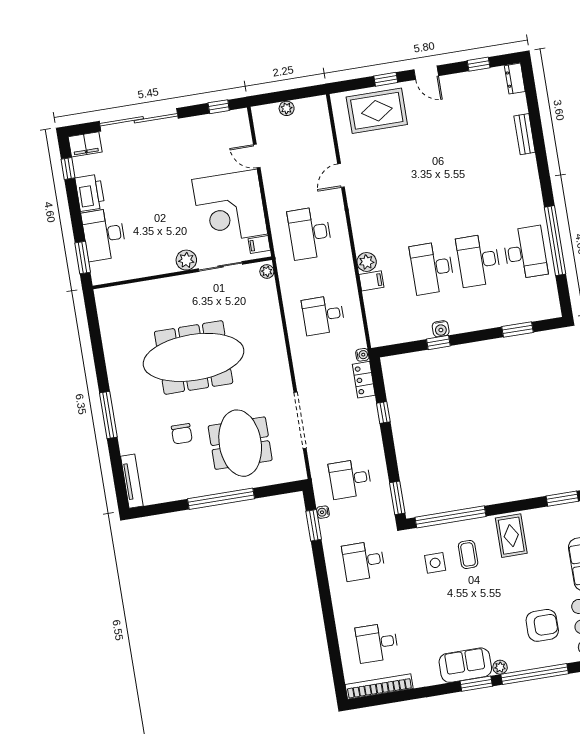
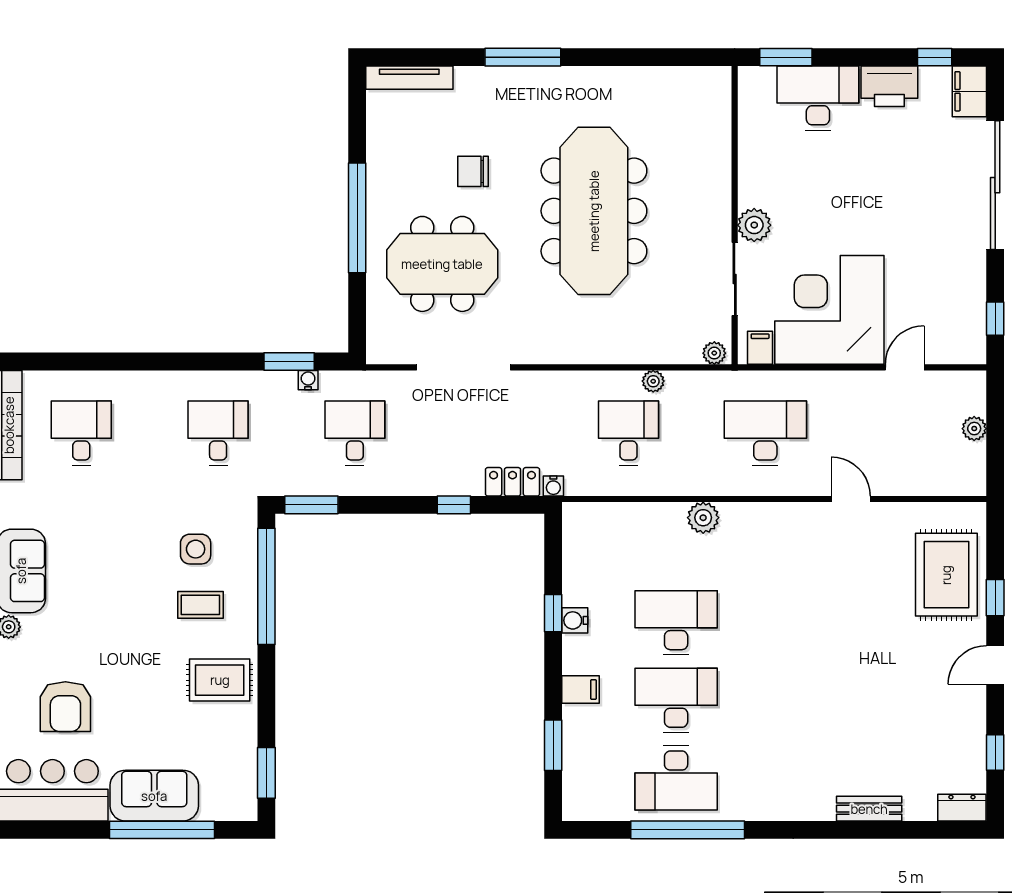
filing cabinet: (371, 281) -> (581, 689), moved, turned -90
plant: (290, 305) -> (653, 381), added

